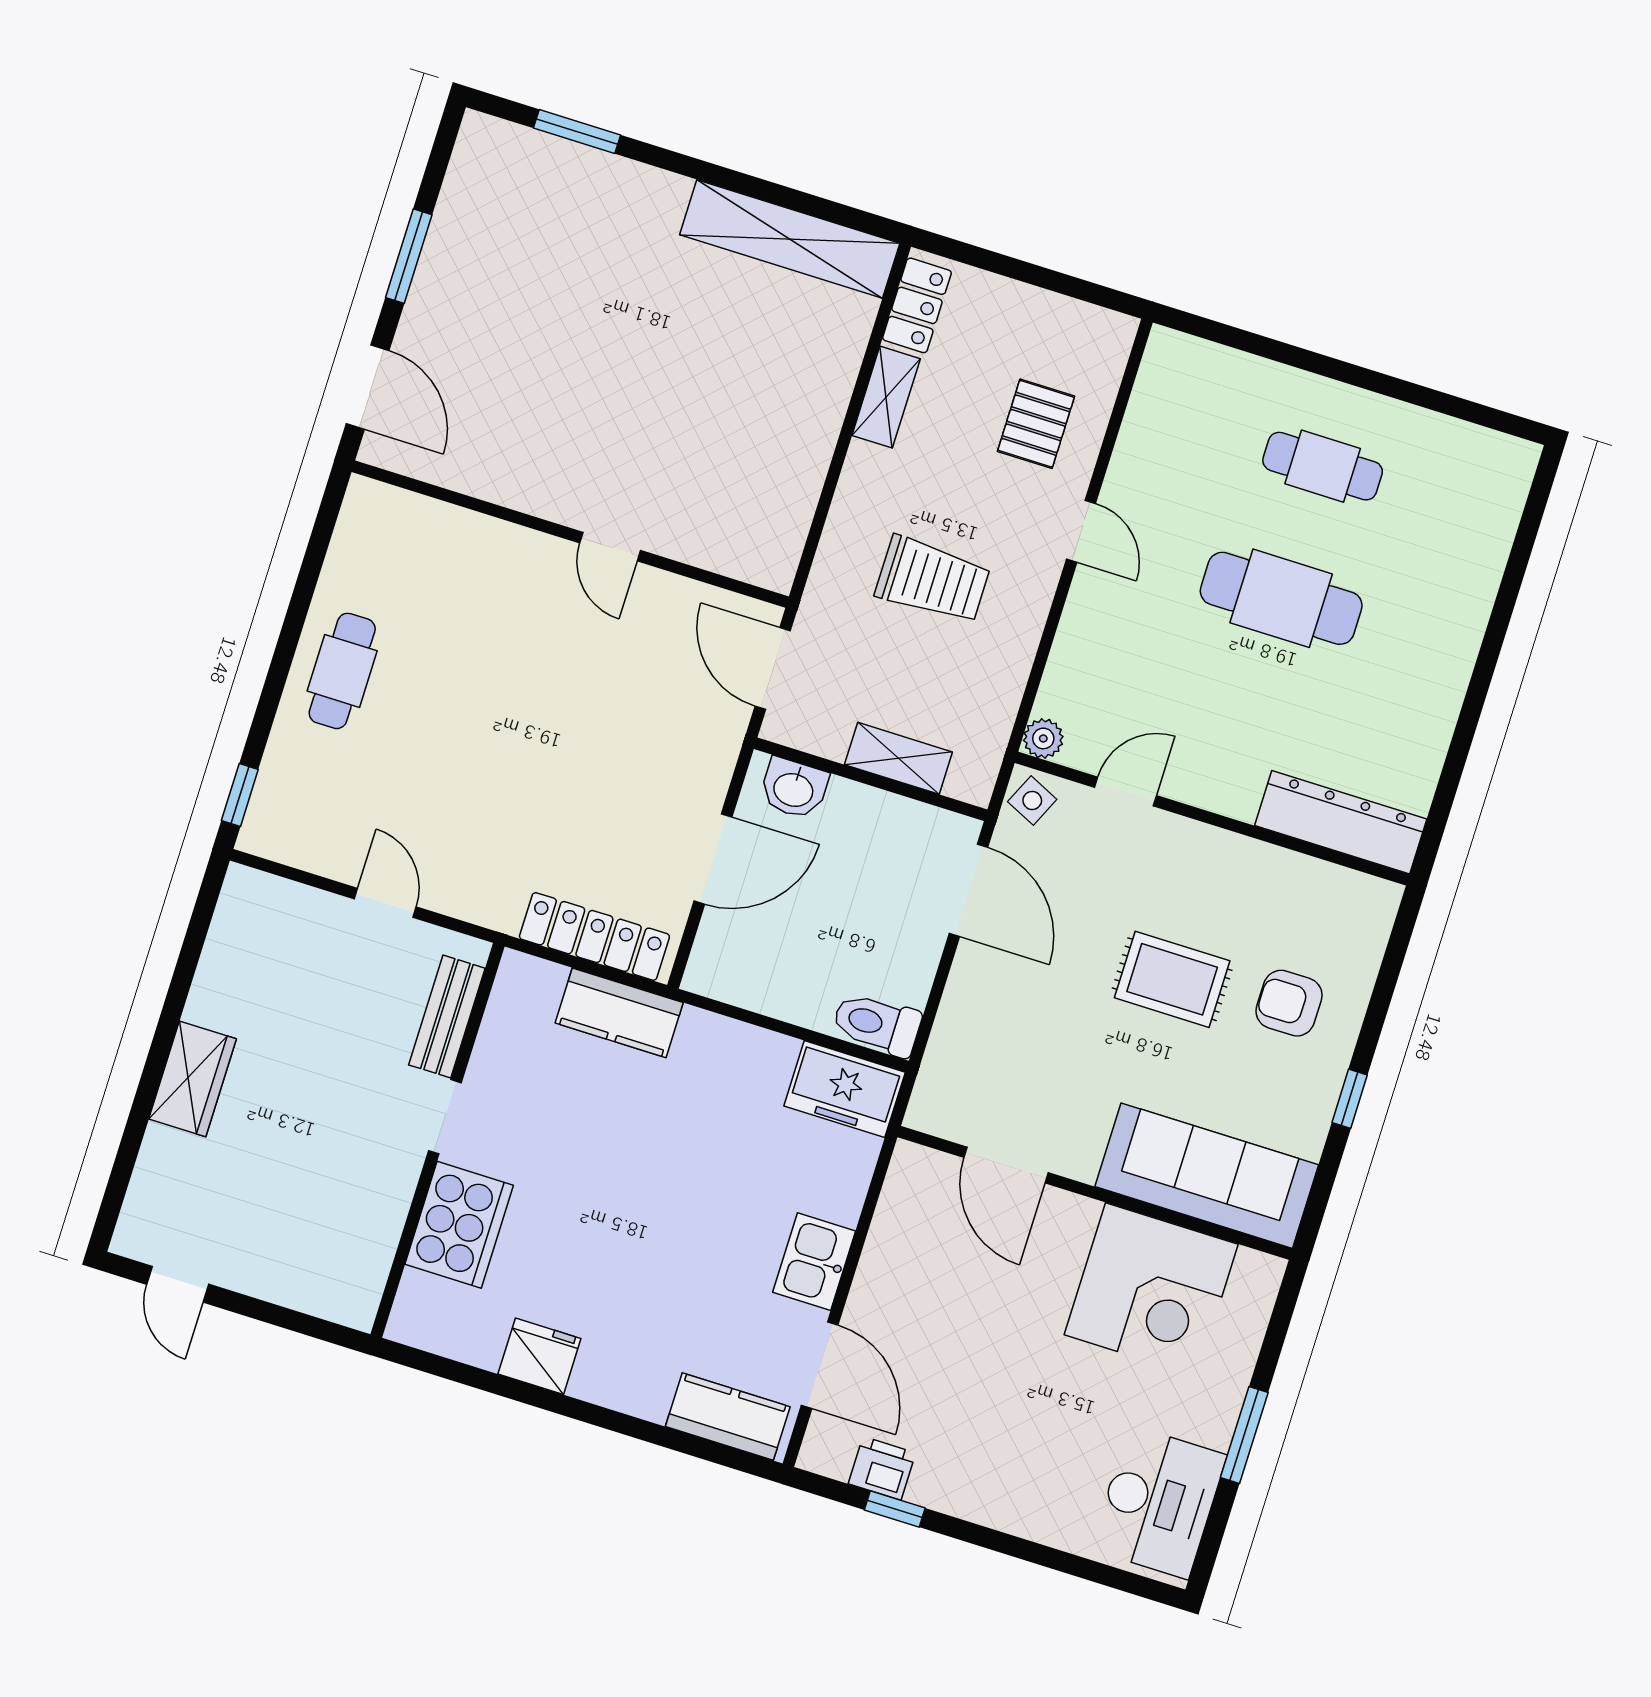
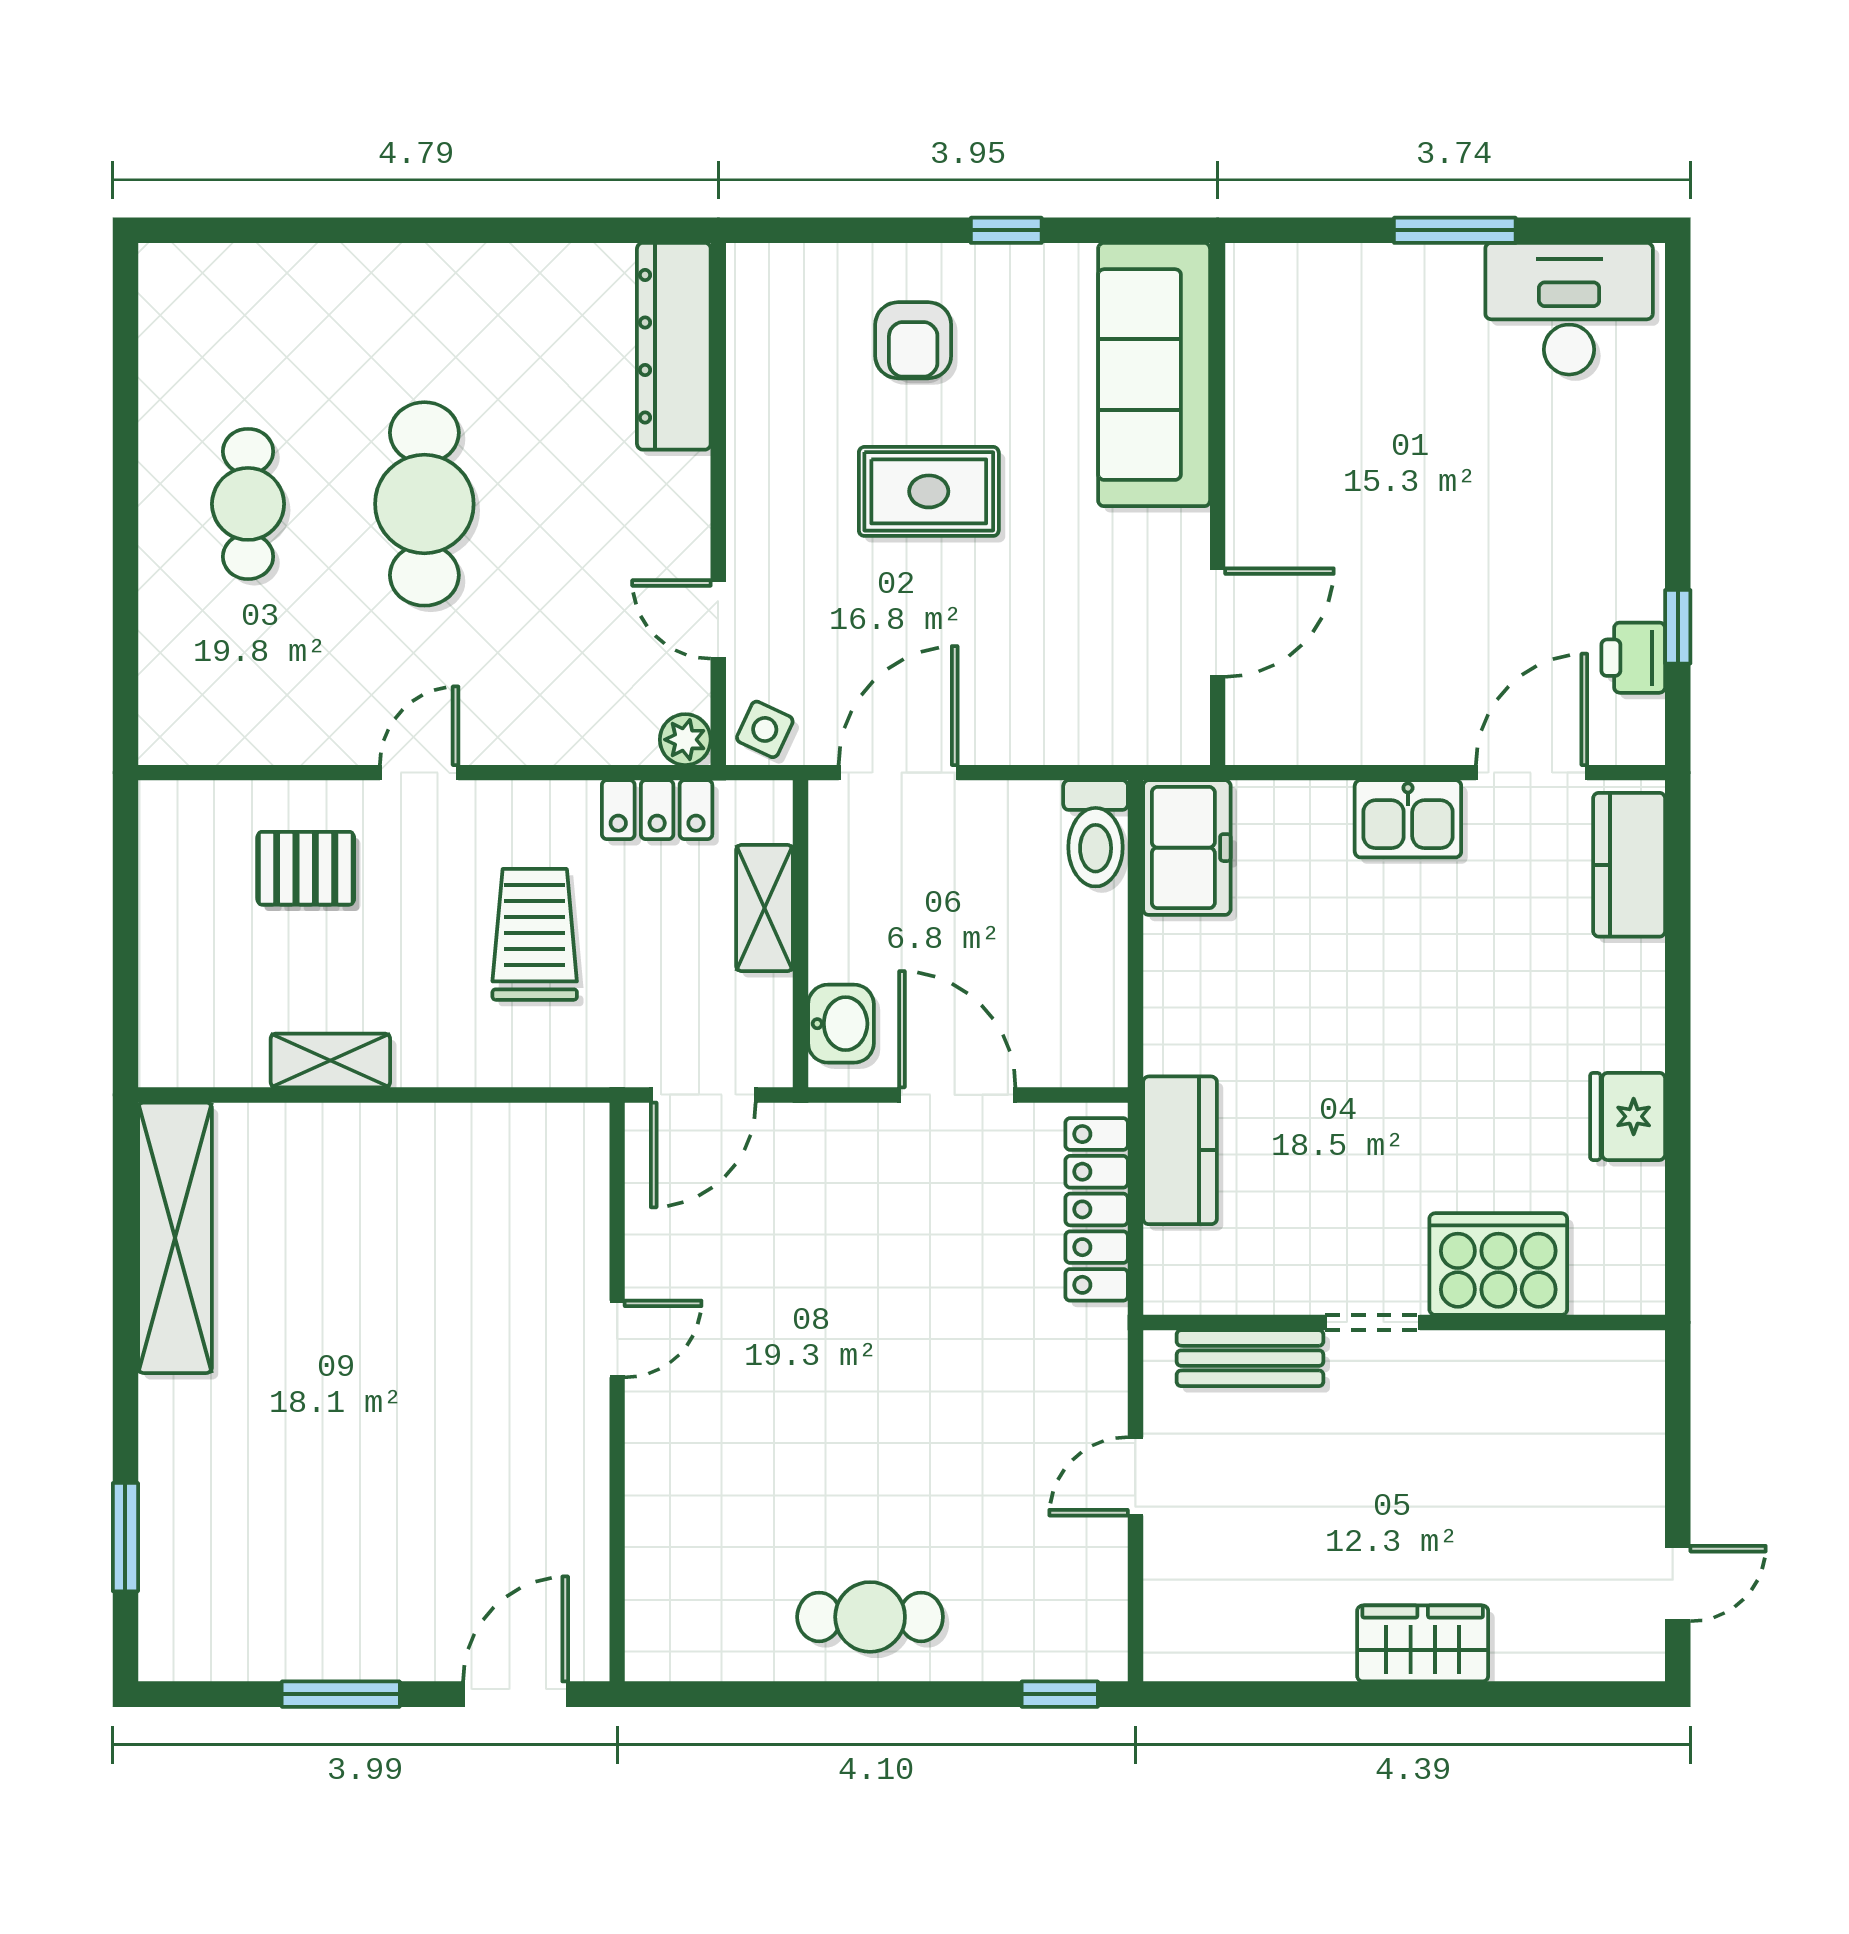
locker: (917, 305) -> (657, 810), moved, turned 180
rug: (1172, 979) -> (929, 491), turned 90
corner desk: (1151, 1290) -> (1314, 399), removed

